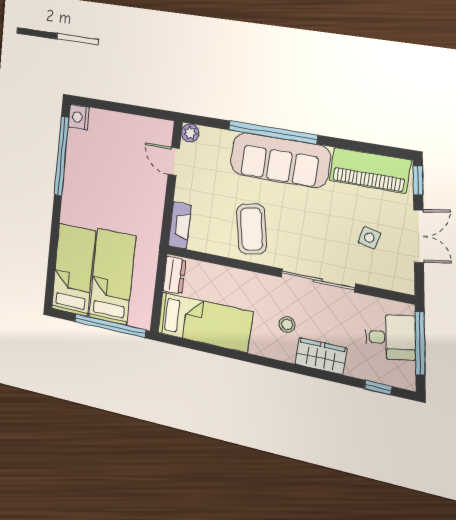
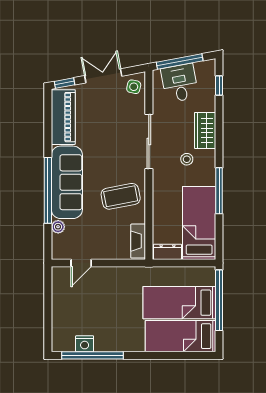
nightstand: (79, 117) -> (85, 344), moved
plant: (190, 133) -> (58, 227), moved
fireplace: (180, 225) -> (138, 241), moved, turned -90
side table: (369, 238) -> (134, 87), moved
window: (241, 356) -> (219, 191), added

